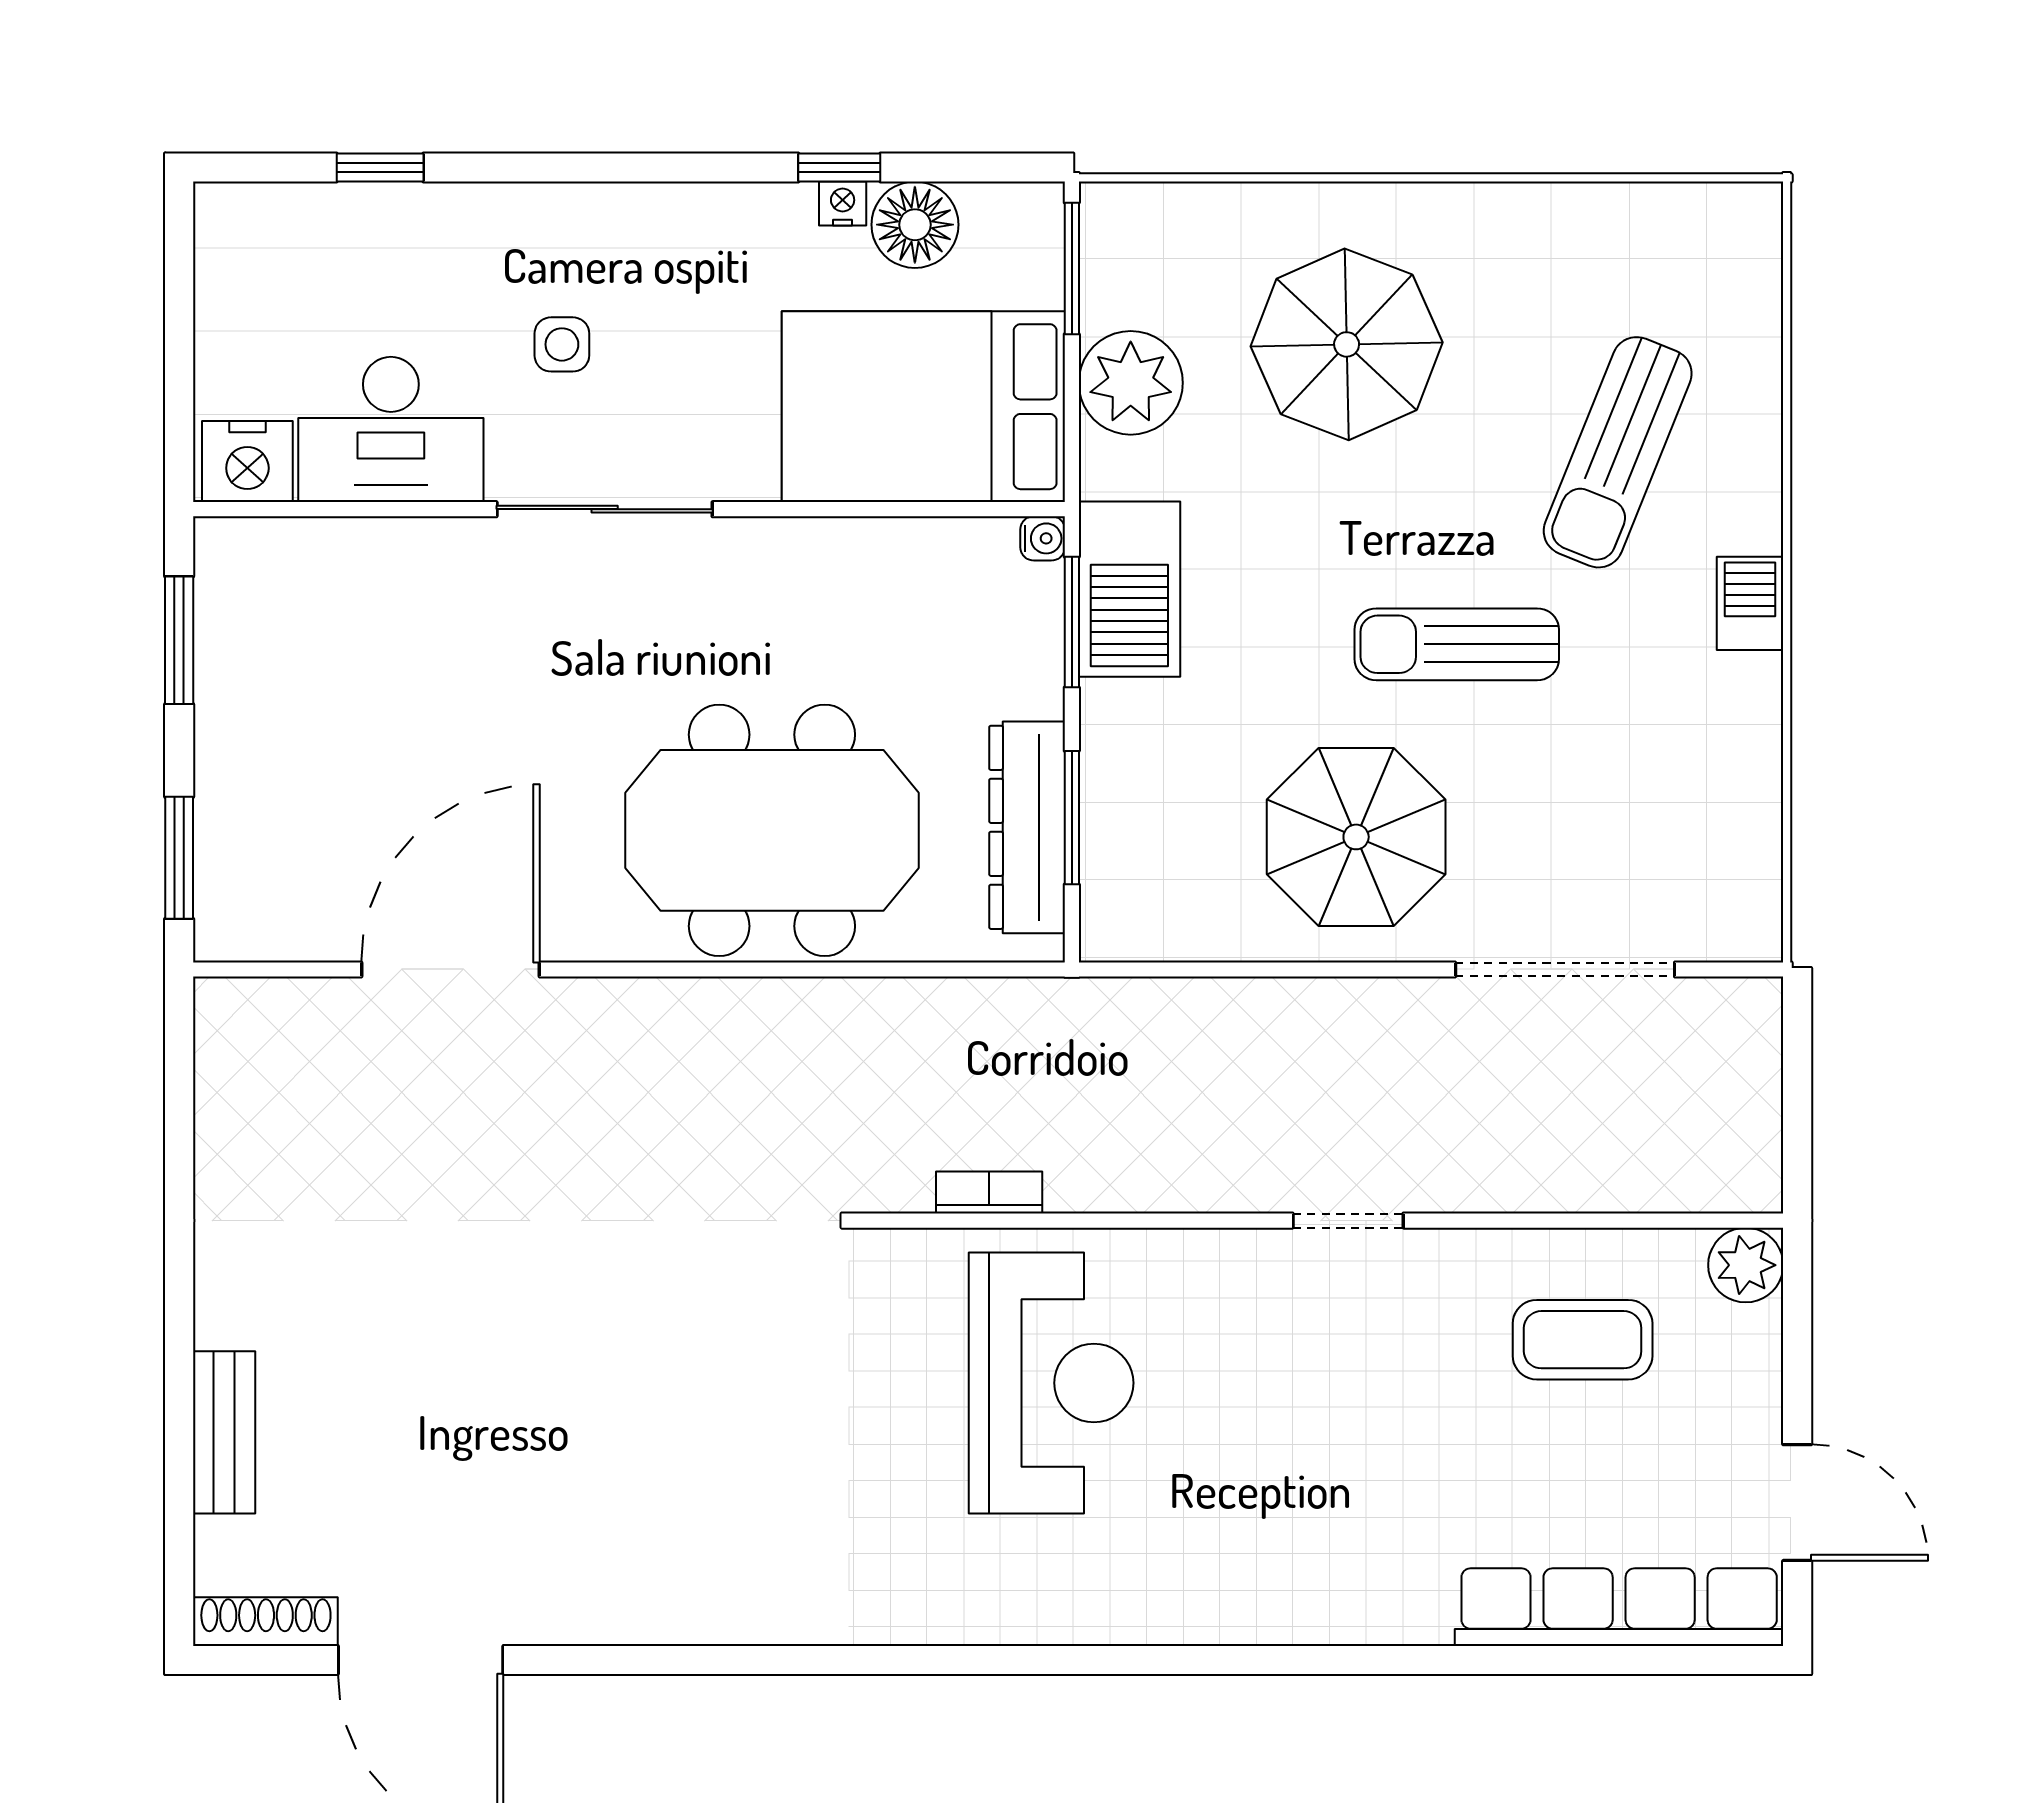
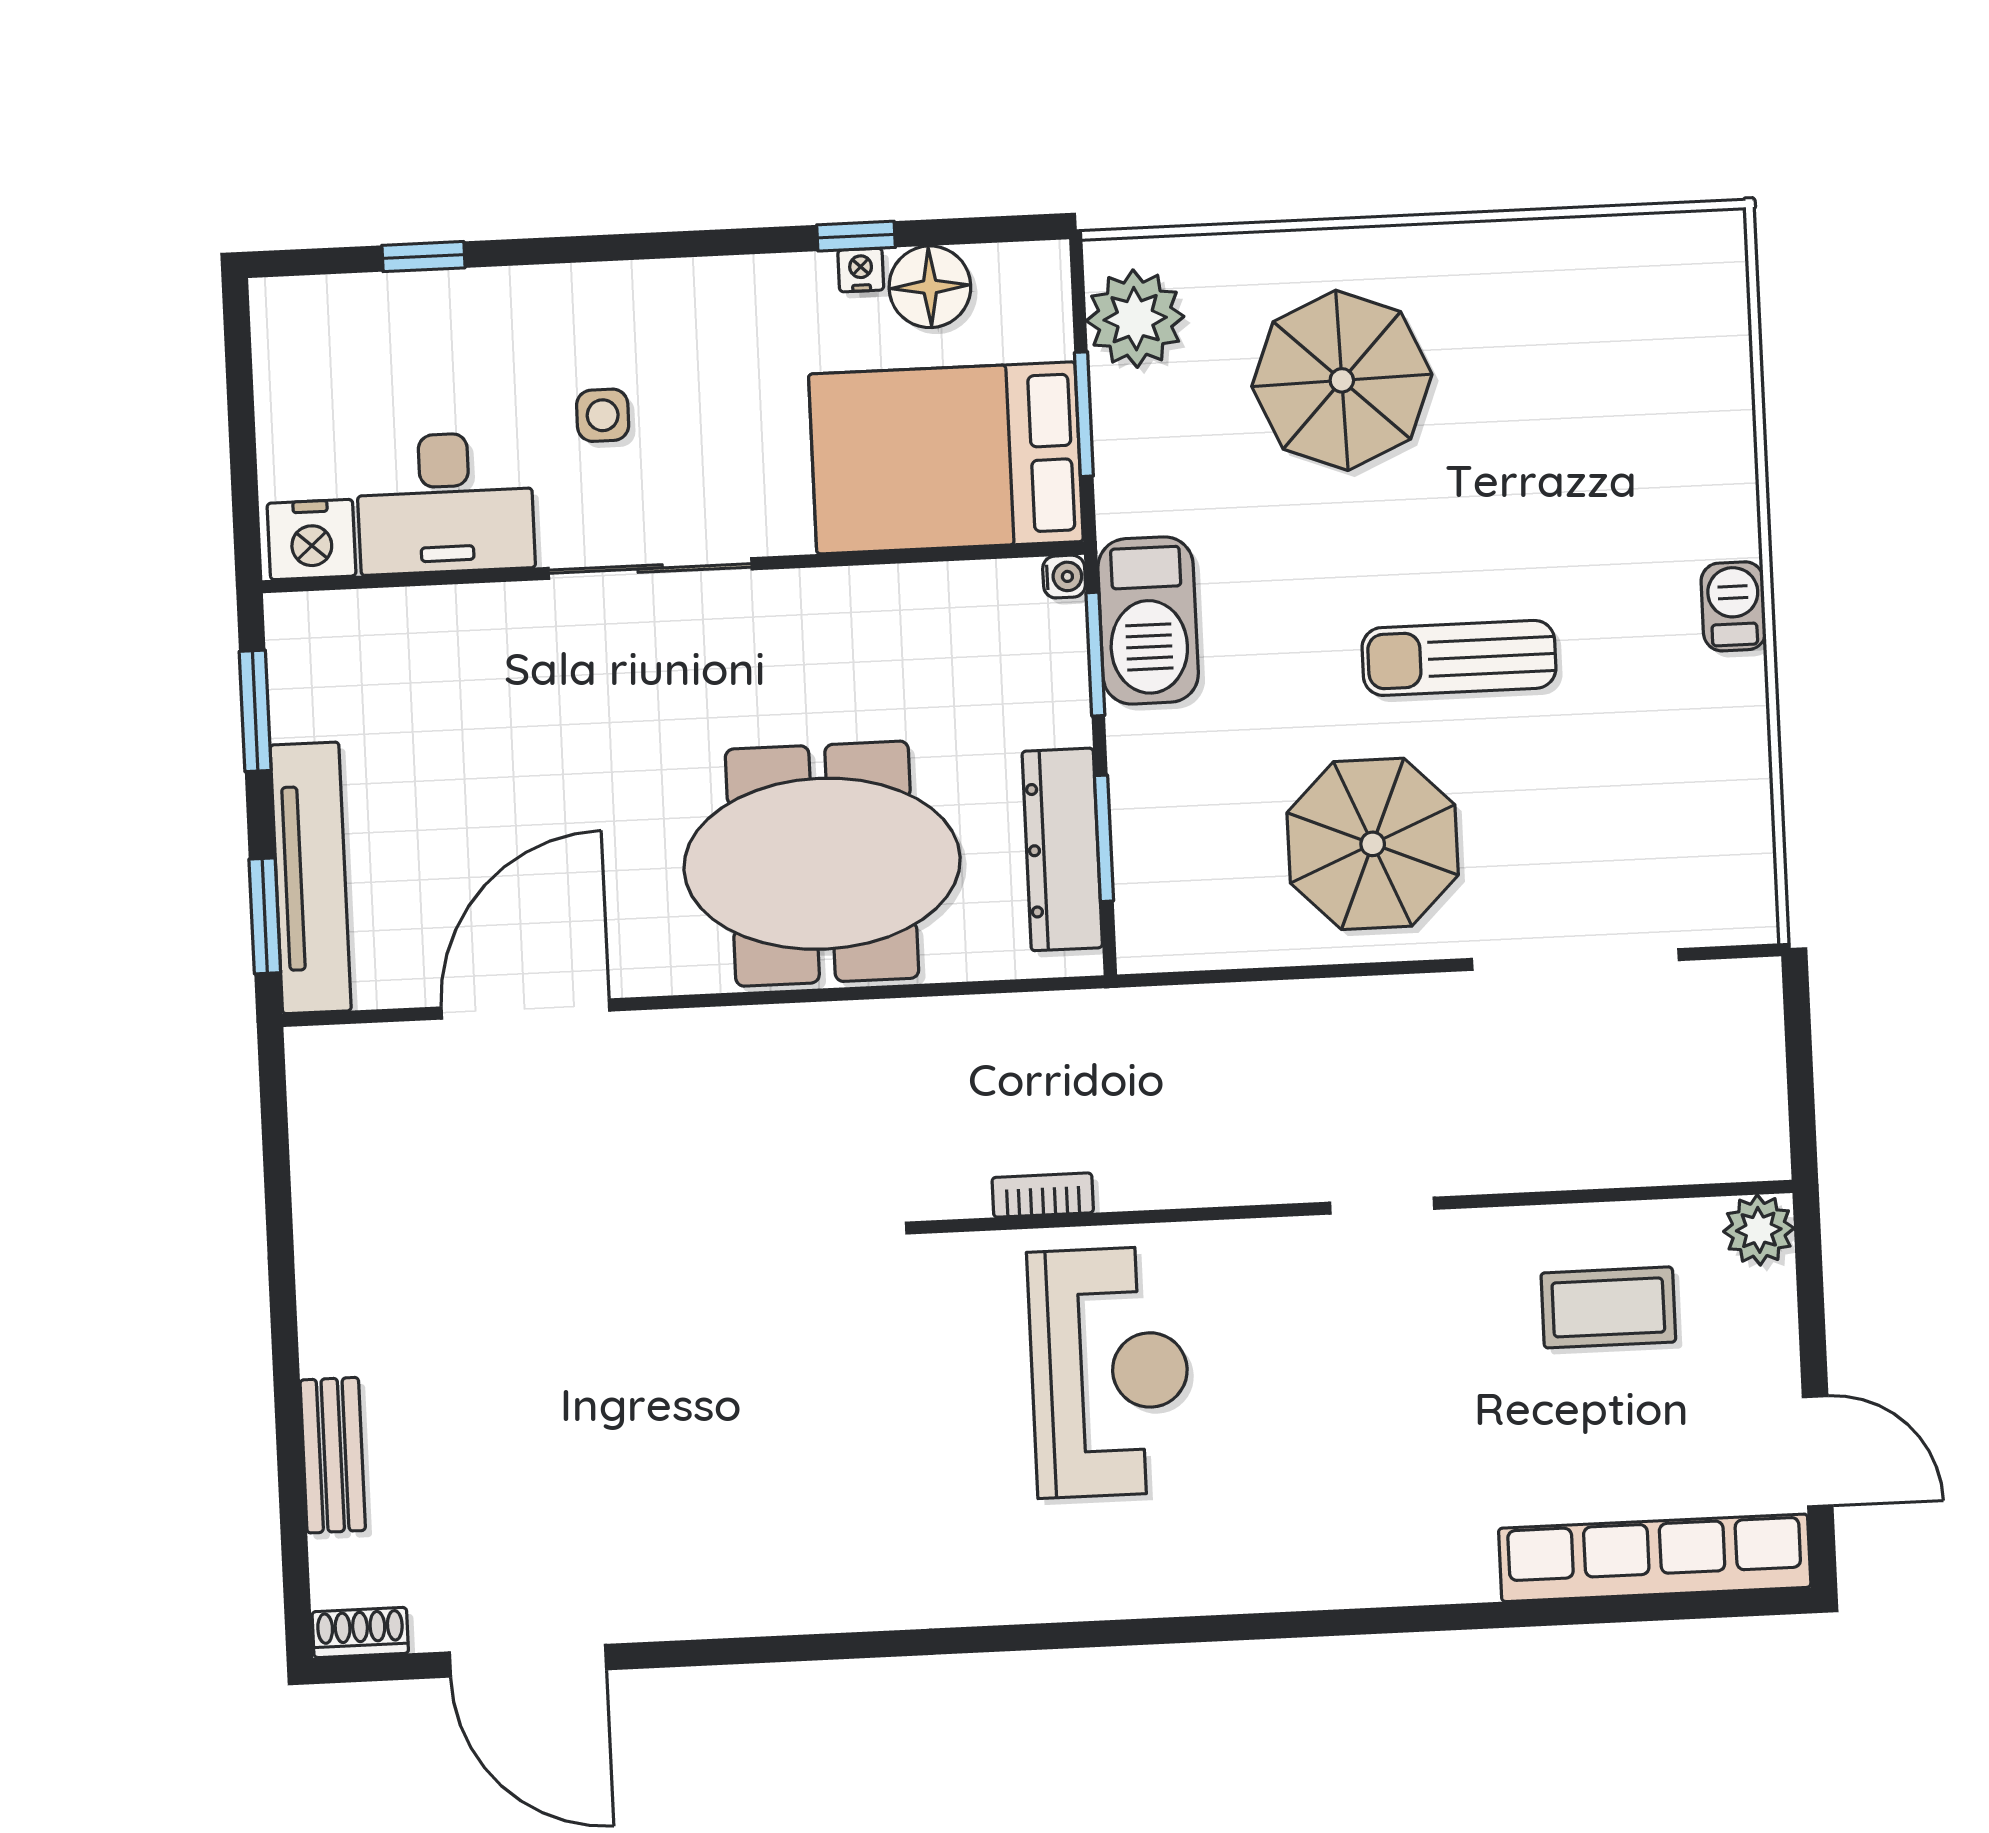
window: (1072, 268) -> (1084, 414), moved
plant: (1131, 383) -> (1135, 319), moved
sun lounger: (1618, 452) -> (1602, 470), removed
tv unit: (230, 820) -> (311, 878), added
shoe rack: (266, 1622) -> (360, 1632), width x0.70

